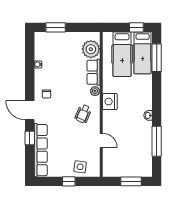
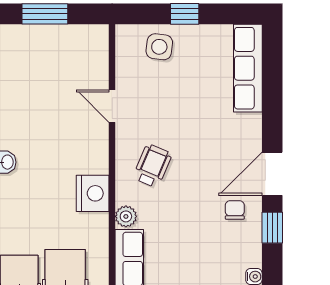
door: (30, 110) -> (272, 174), swing flipped
window: (30, 138) -> (272, 228), moved
row of seats: (41, 150) -> (248, 68), width x0.73

